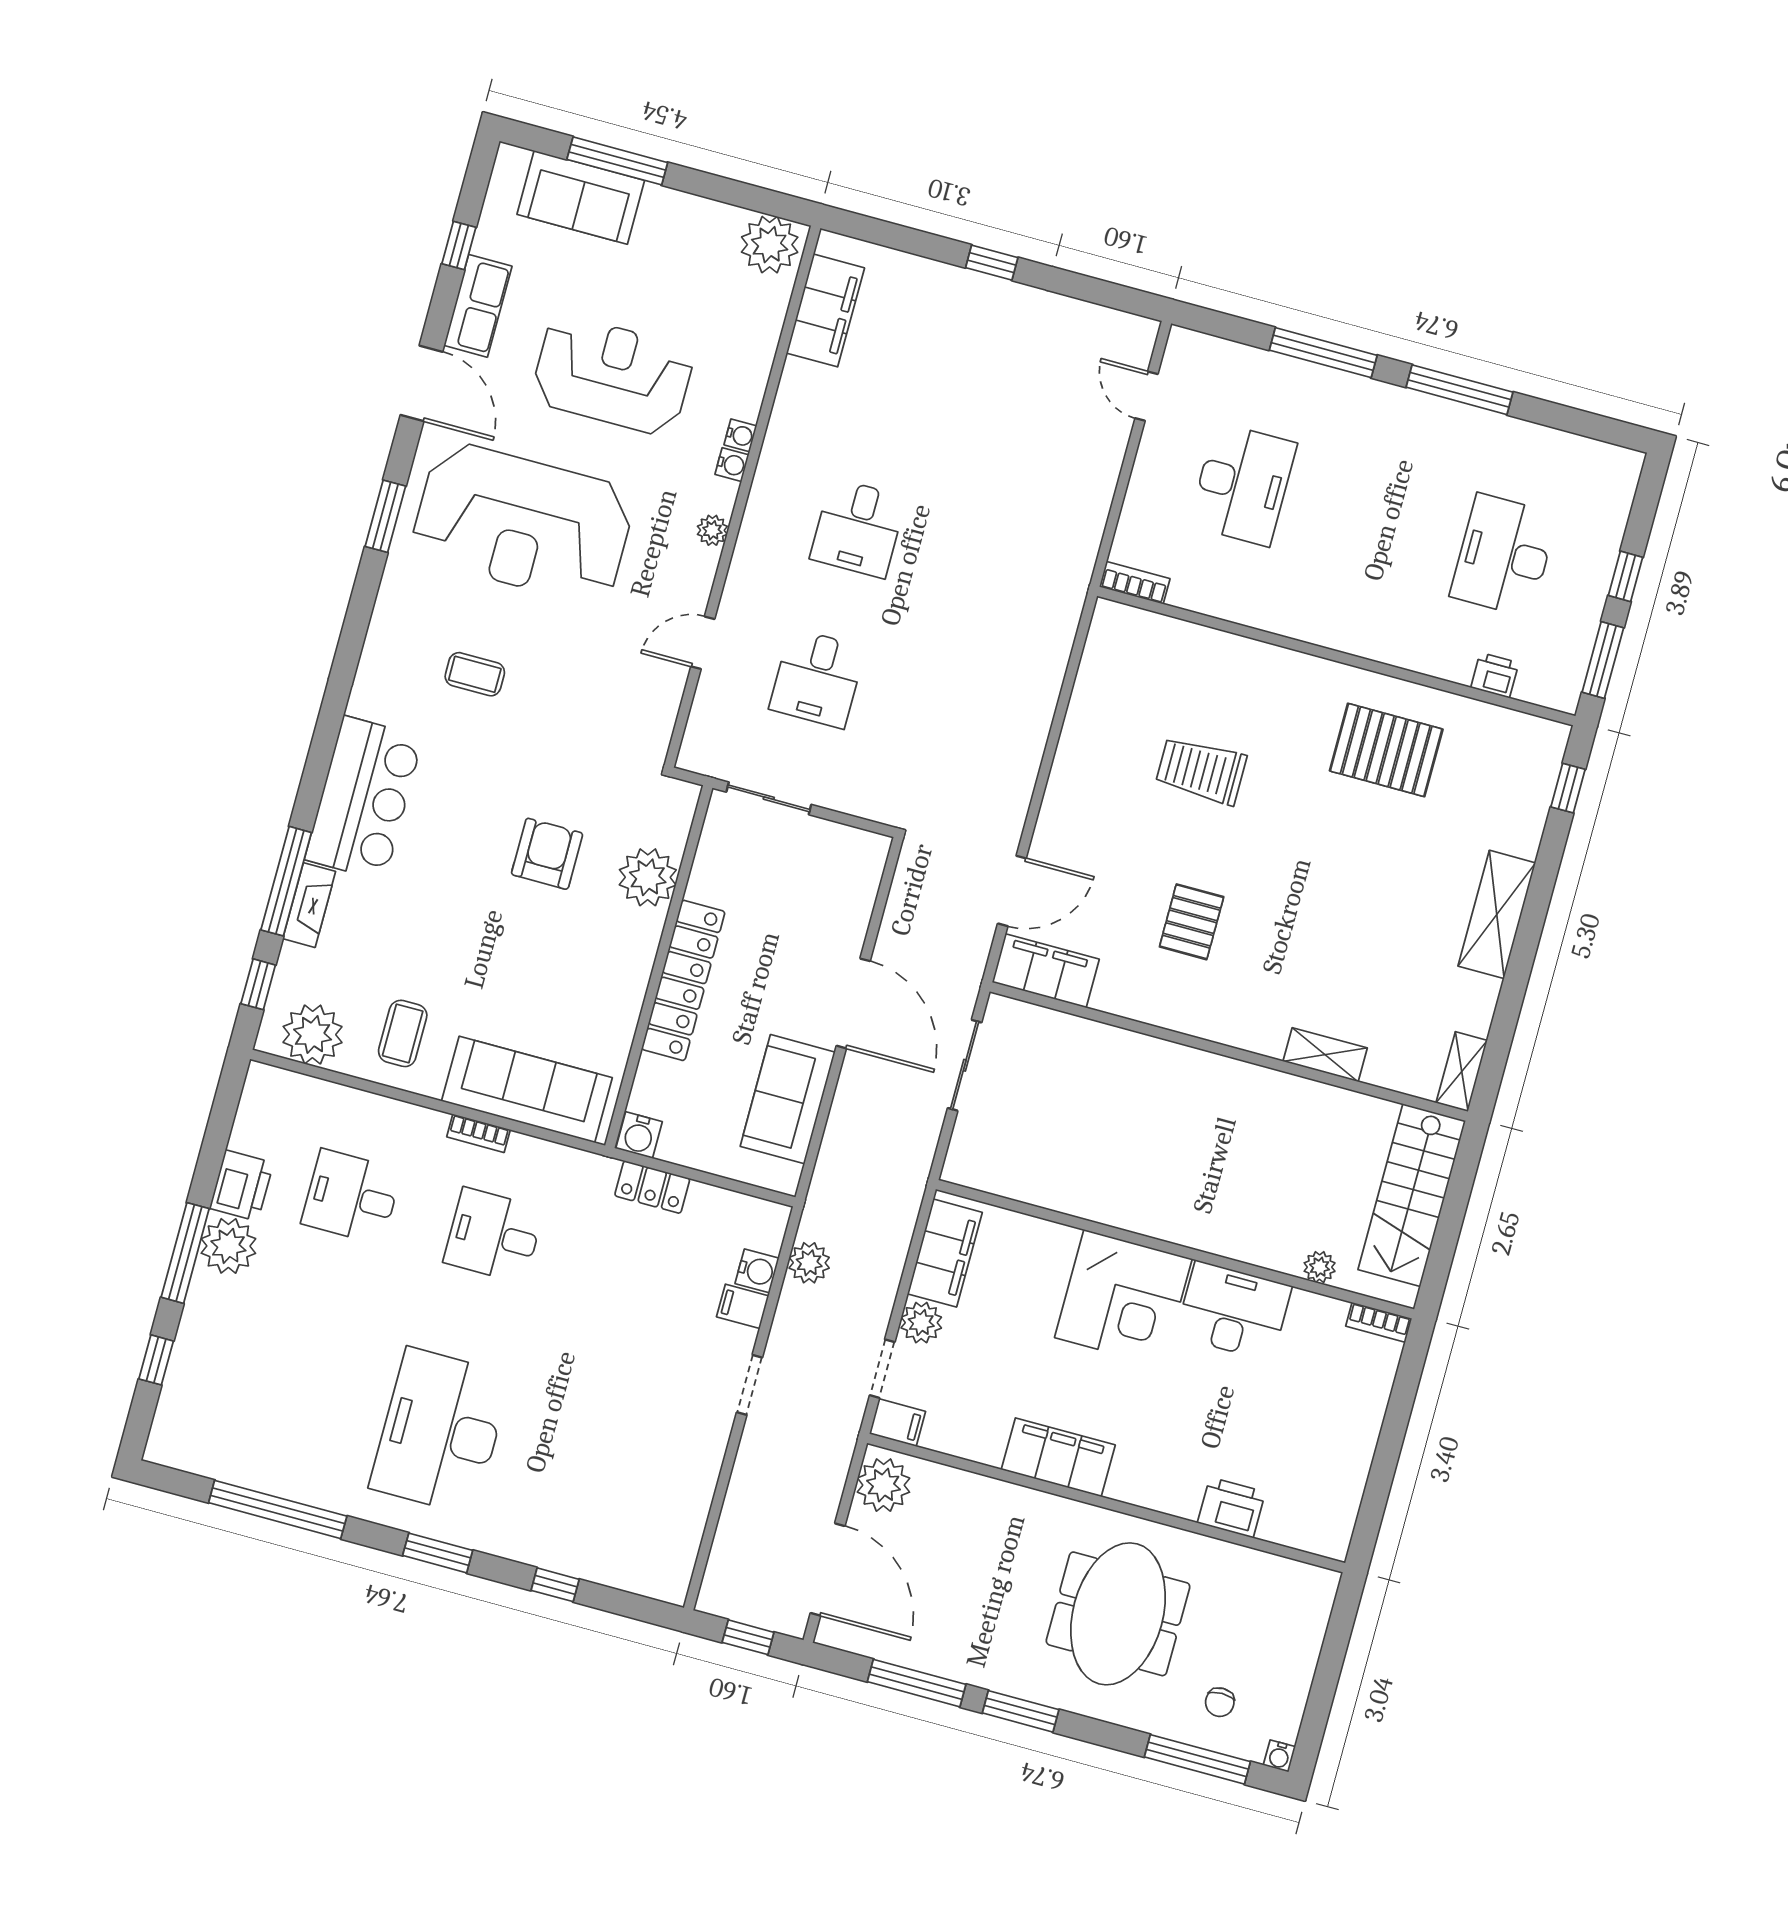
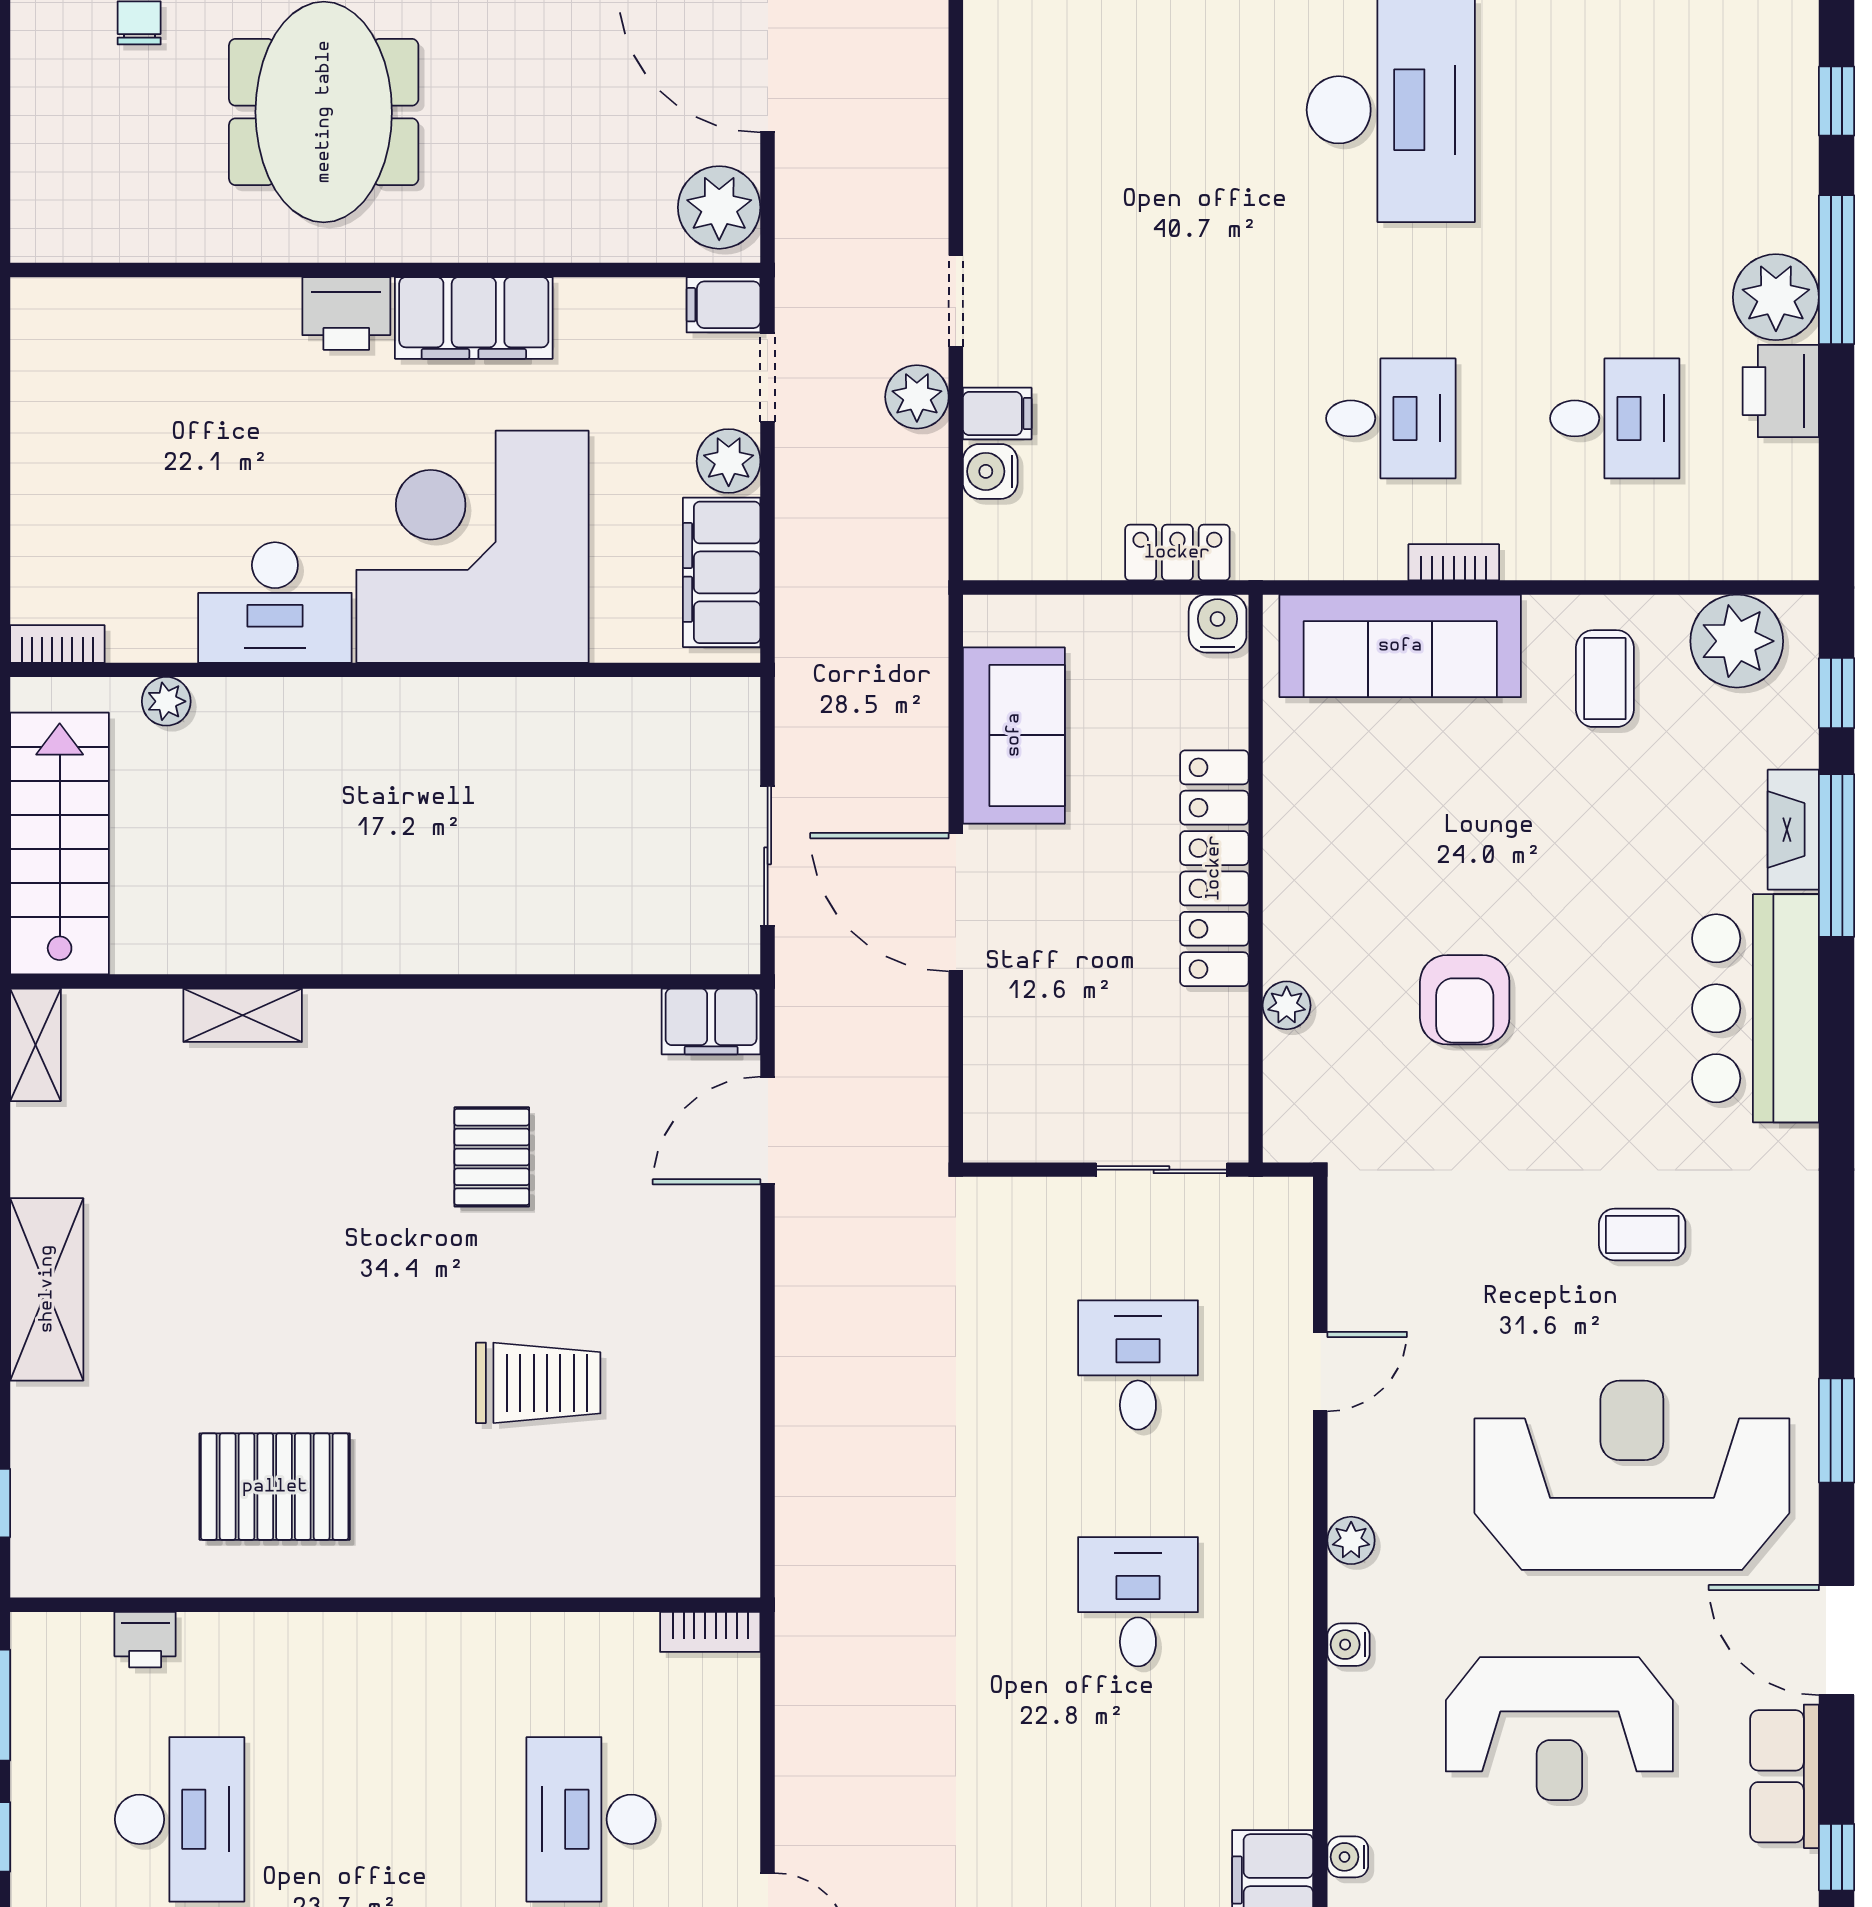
water cooler: (740, 435) -> (1348, 1857), moved
plant: (648, 877) -> (1287, 1005), width x0.53, depth x0.53
filing cabinet: (1046, 971) -> (711, 1021), width x0.67, depth x0.86
plant: (809, 1263) -> (917, 397), moved
corner desk: (1123, 1298) -> (472, 547), width x1.36, depth x1.36
printer: (1231, 1507) -> (346, 313), moved

